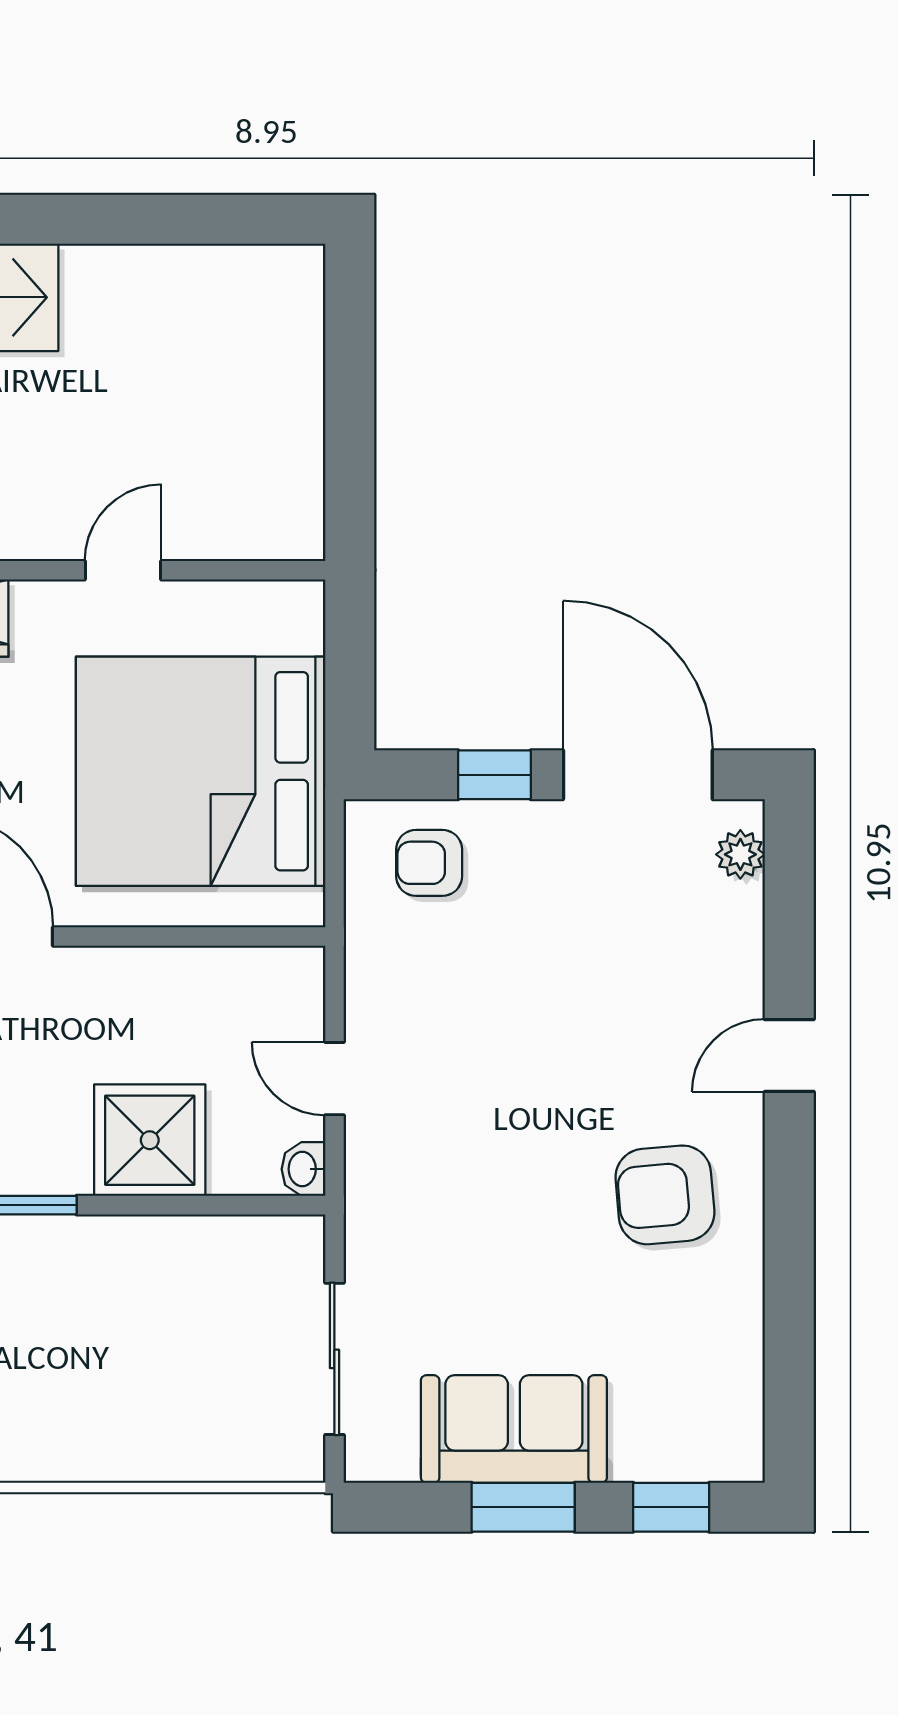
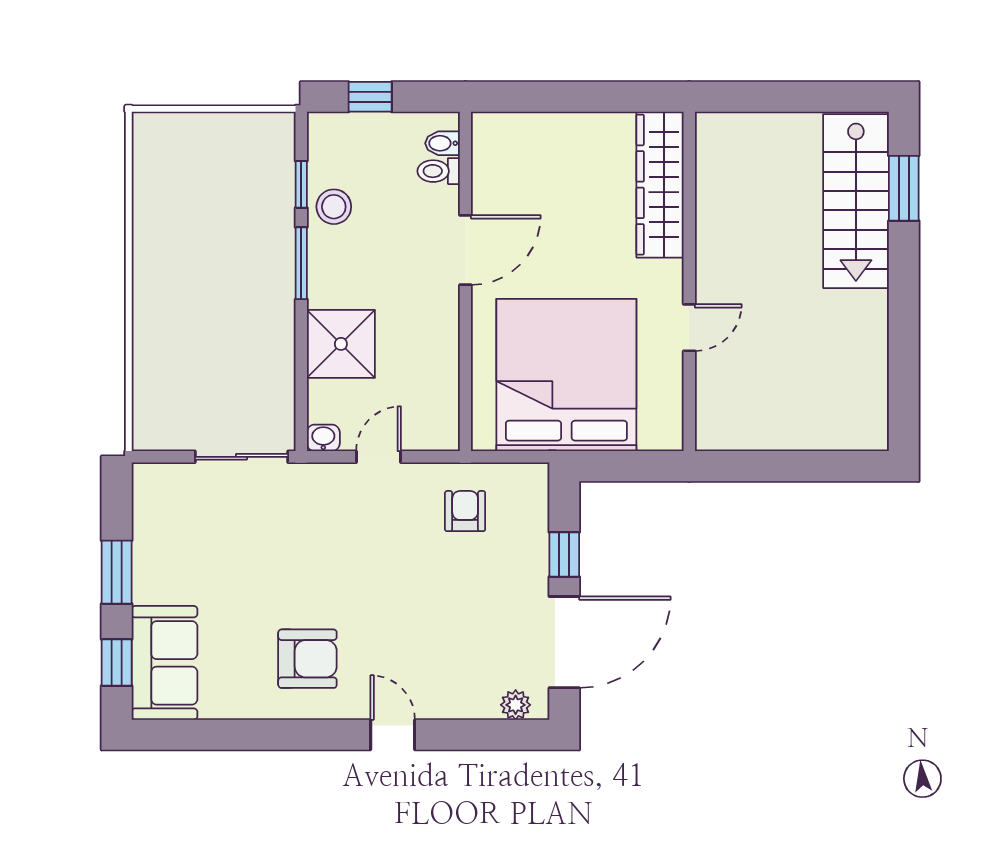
door: (123, 570) -> (689, 328), hinge flipped
armchair: (429, 863) -> (465, 511), moved
armchair: (665, 1195) -> (307, 659), turned 95
sliding door: (334, 1359) -> (242, 457), moved
sofa: (514, 1429) -> (164, 663), moved

